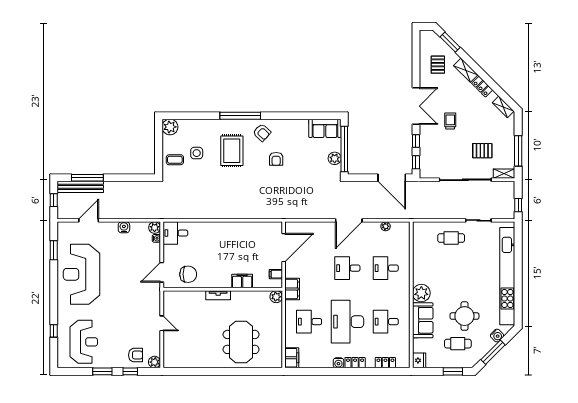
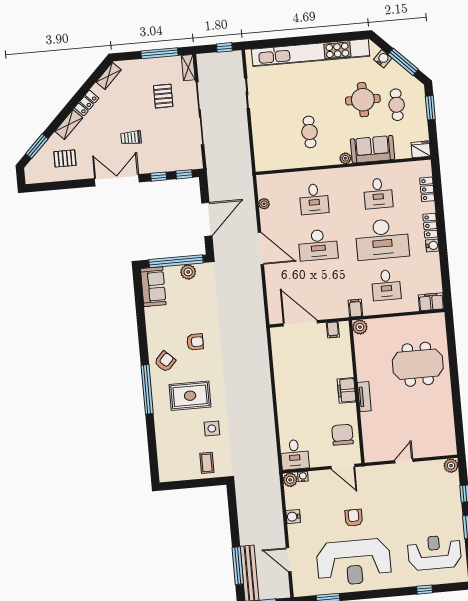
plant: (170, 127) -> (168, 472), removed
side table: (197, 153) -> (212, 428), moved
door: (392, 178) -> (207, 219), moved
cafe table: (451, 238) -> (310, 132), moved
desk: (347, 268) -> (318, 245), width x1.37
filing cabinet: (242, 281) -> (347, 390), moved
filing cabinet: (292, 289) -> (355, 308), width x0.50
plant: (421, 293) -> (345, 158), width x0.53, depth x0.53
armchair: (135, 355) -> (354, 518), moved

